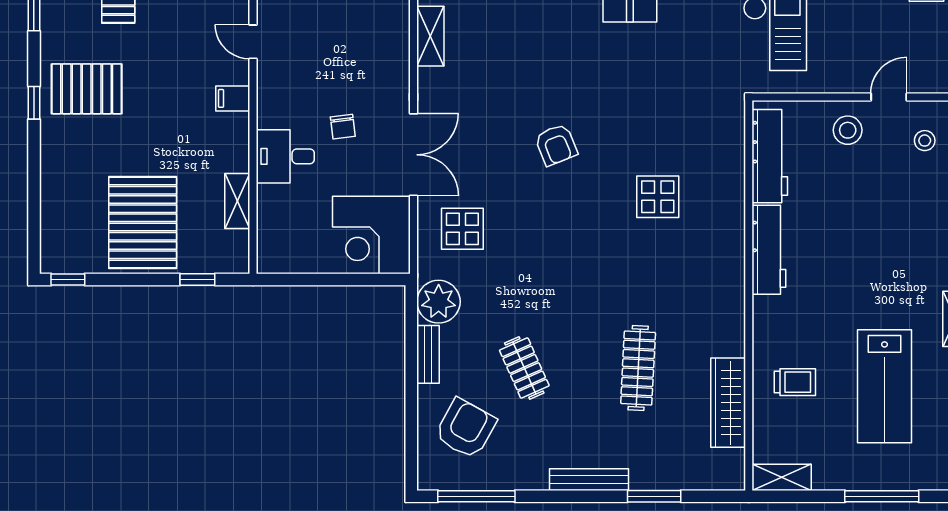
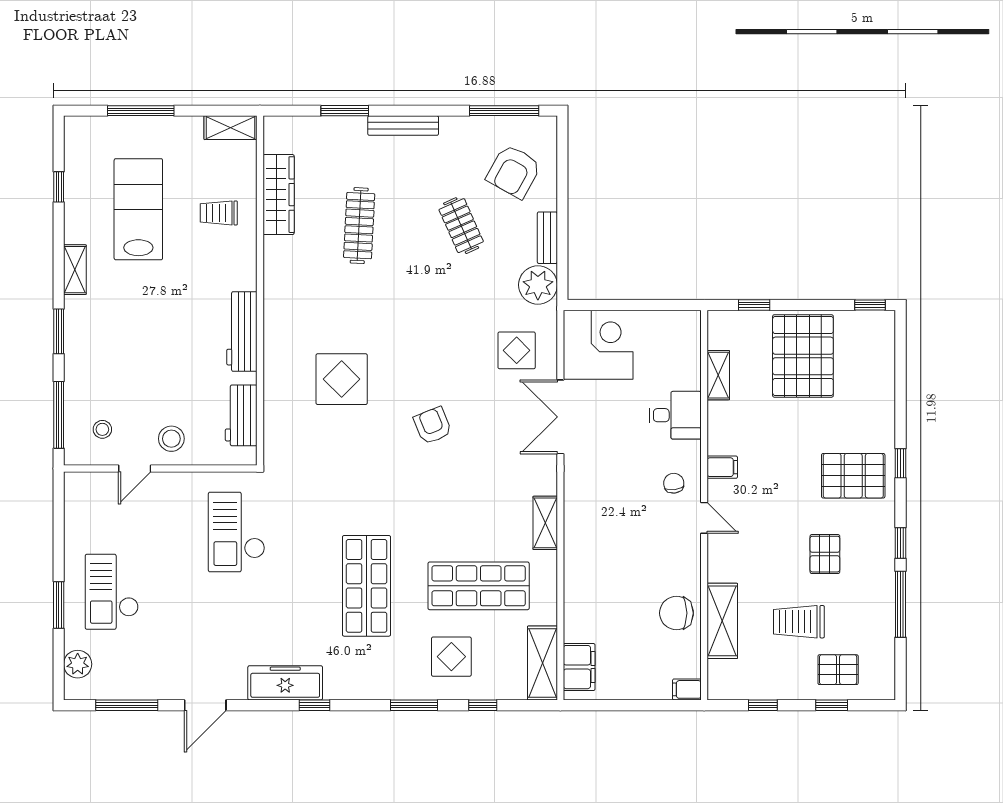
chair: (343, 127) -> (674, 483), moved
workbench: (770, 156) -> (241, 415), width x0.73
display table: (658, 197) -> (342, 379), width x1.36, depth x1.36

